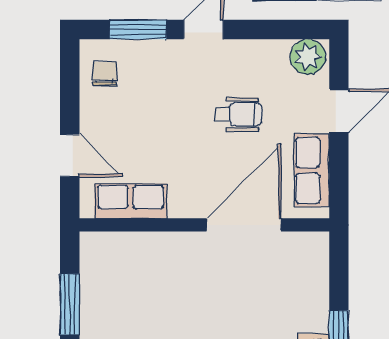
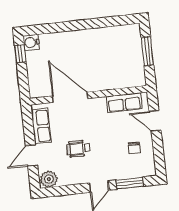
chair: (105, 74) -> (134, 148), moved
door: (244, 225) -> (70, 97), swing flipped

